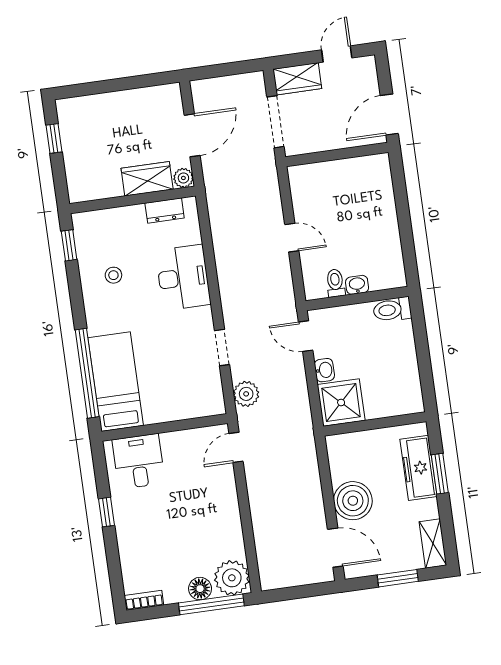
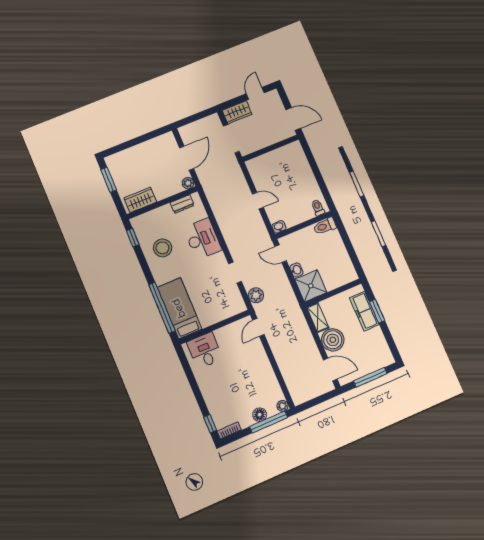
door: (389, 114) -> (293, 119), swing flipped
window: (54, 139) -> (109, 180), width x1.50
wardrobe: (147, 179) -> (140, 200), moved
stool: (113, 275) -> (163, 248), width x1.89, depth x1.89
toilet: (335, 283) -> (318, 208), moved
washbasin: (357, 285) -> (279, 227), moved
window: (107, 512) -> (210, 424), moved
shelving: (433, 543) -> (318, 318), moved
plant: (232, 578) -> (283, 406), width x0.53, depth x0.53
window: (398, 578) -> (370, 377), width x1.44

